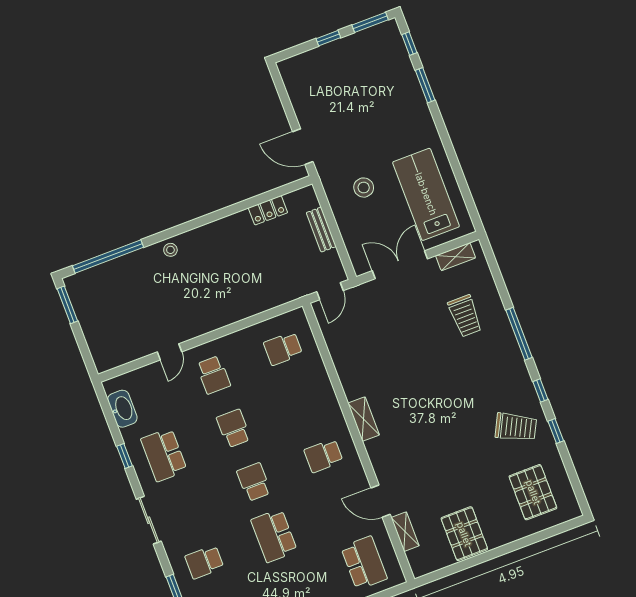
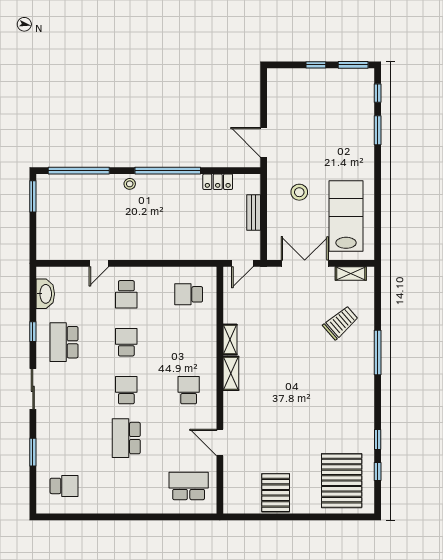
window: (208, 219) -> (168, 171), added
trolley: (465, 316) -> (341, 323), turned -131
window: (540, 391) -> (378, 471), moved
trolley: (516, 427) -> (348, 425), removed
school desk: (324, 456) -> (189, 390), turned 90
pallet: (533, 492) -> (342, 481), width x1.37, depth x1.41
shelving: (405, 532) -> (230, 339), moved
school desk: (204, 562) -> (64, 438), removed
school desk: (364, 563) -> (189, 486), turned -90

